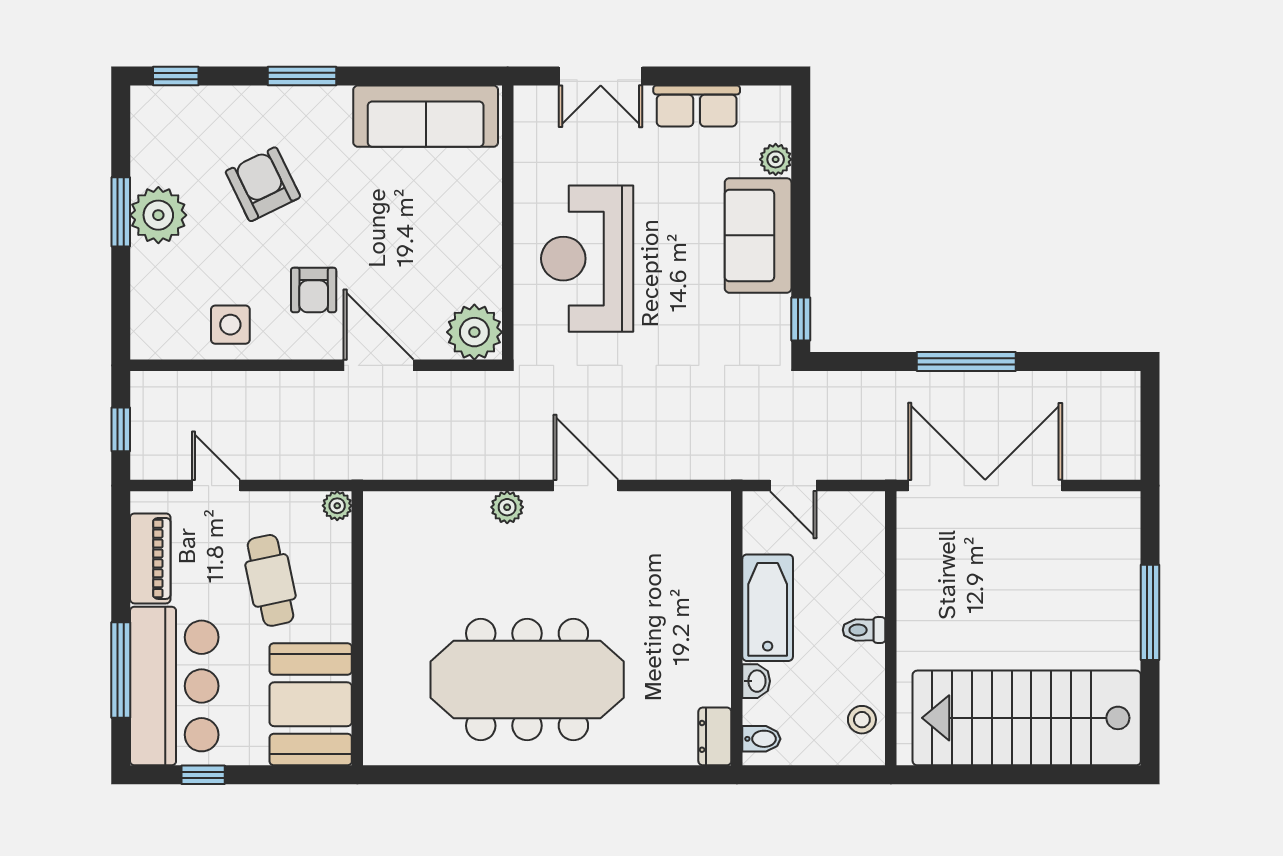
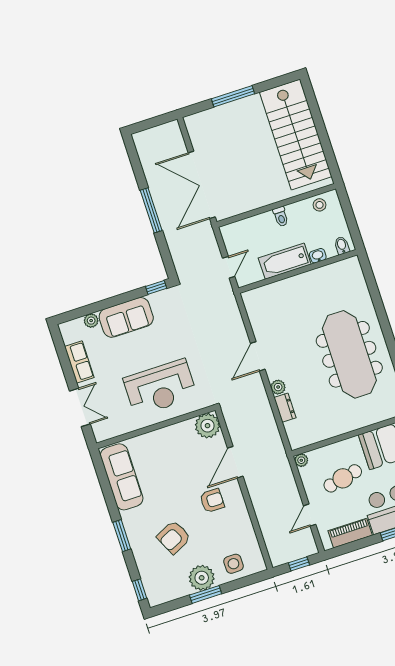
side table: (230, 325) -> (233, 564), moved
dresser: (715, 736) -> (285, 408), moved, turned -90

